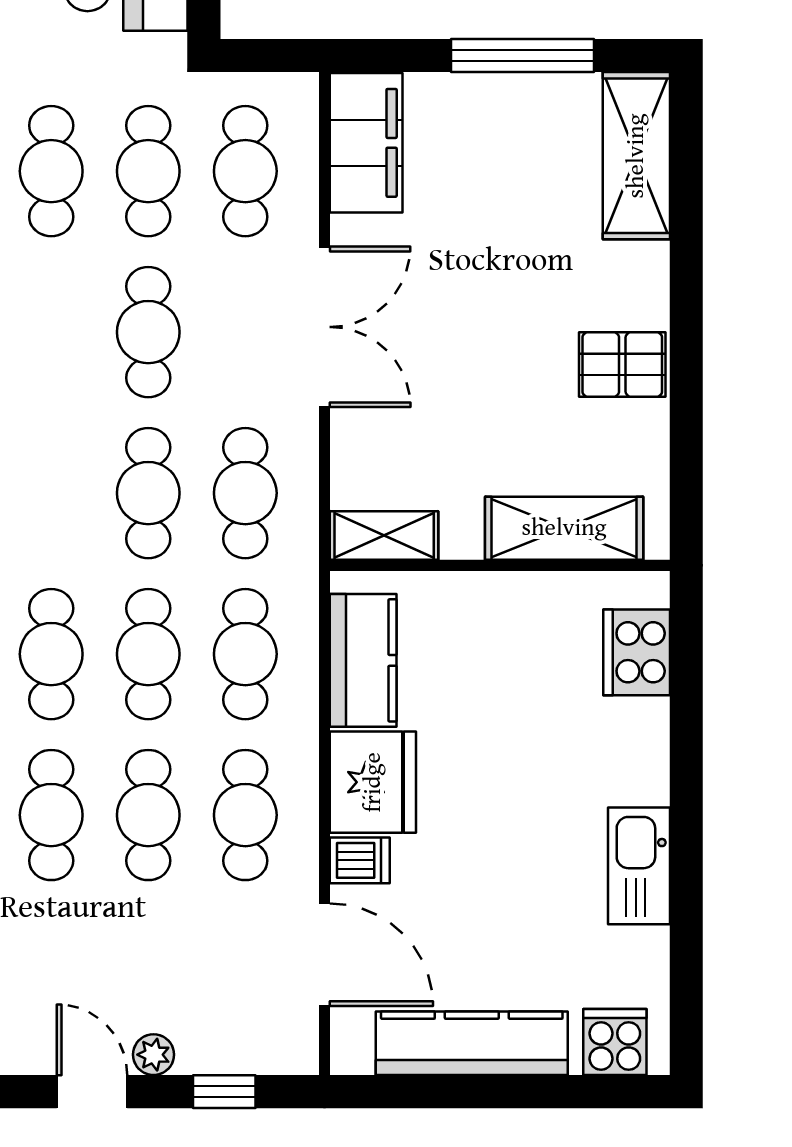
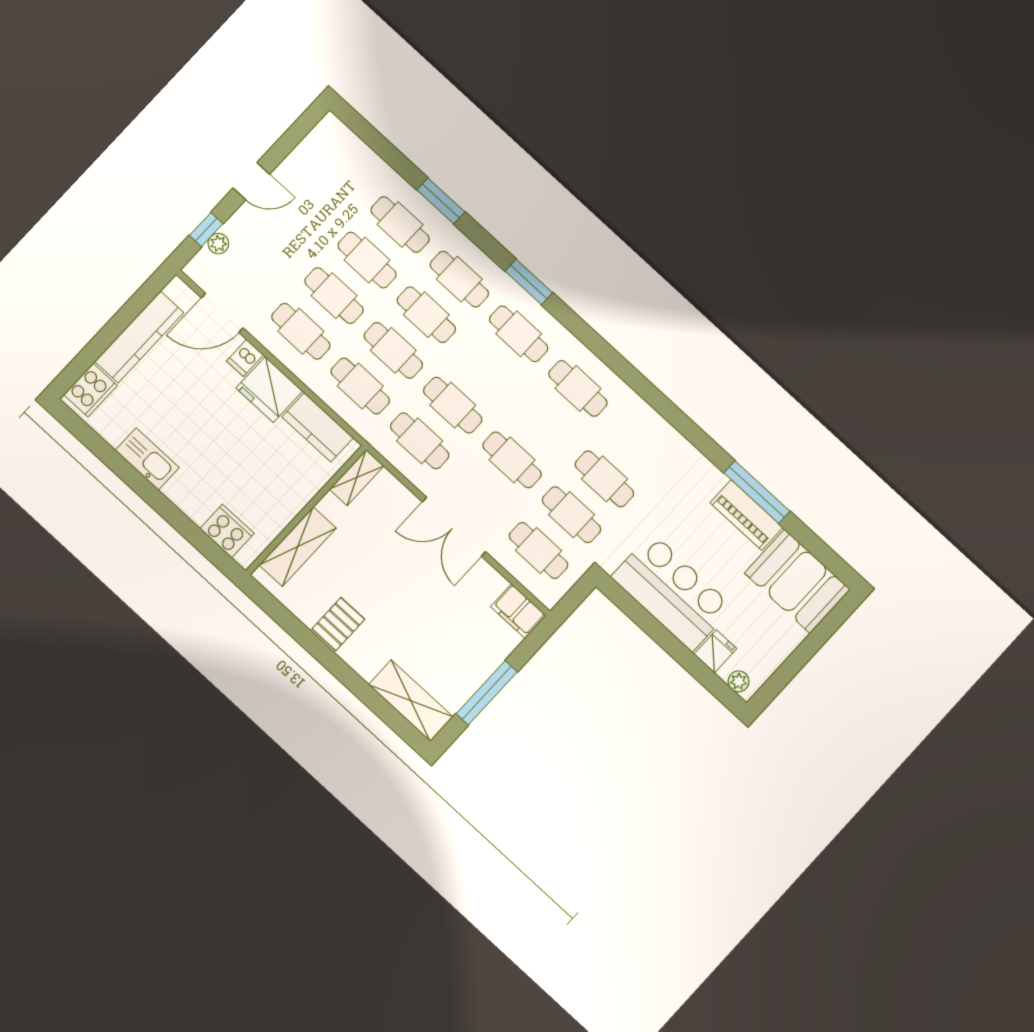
filing cabinet: (366, 143) -> (518, 611), width x0.67, depth x0.86
cooker: (615, 1042) -> (90, 390), width x1.36
plant: (154, 1055) -> (218, 244), moved

